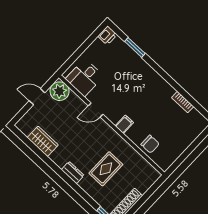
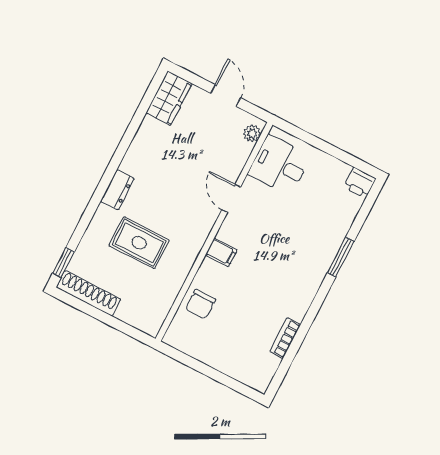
window: (135, 47) -> (341, 257), moved
plant: (60, 91) -> (252, 133), width x0.53, depth x0.53
wardrobe: (43, 141) -> (169, 98), moved

